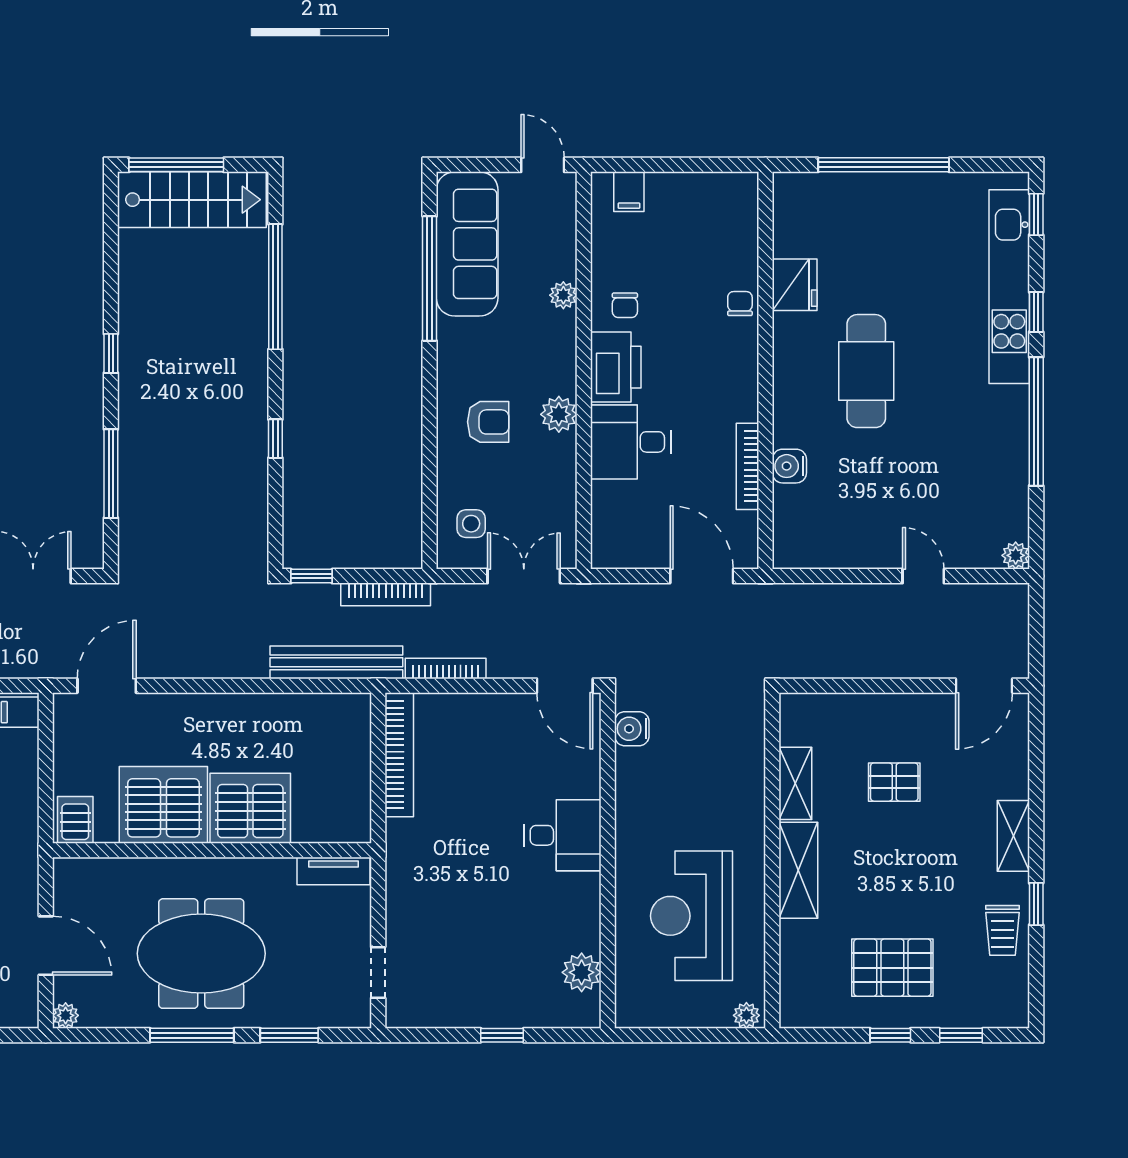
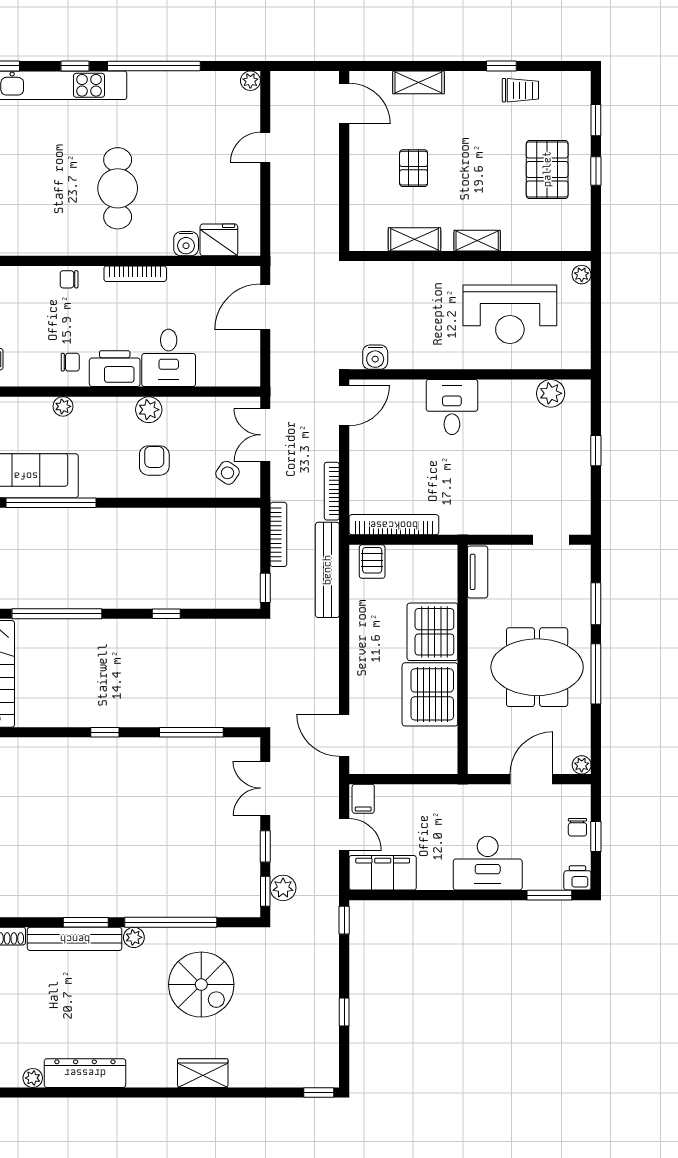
fridge: (795, 285) -> (219, 240), moved
cafe table: (866, 371) -> (118, 188), turned 90
bookcase: (748, 466) -> (135, 274), moved
side table: (471, 524) -> (227, 473), turned 34
server rack: (75, 820) -> (372, 562), moved, turned -90
shelving: (1013, 836) -> (418, 82), moved
shelving: (798, 870) -> (477, 241), width x0.67, depth x0.75
meeting table: (201, 954) -> (537, 667), turned 90

